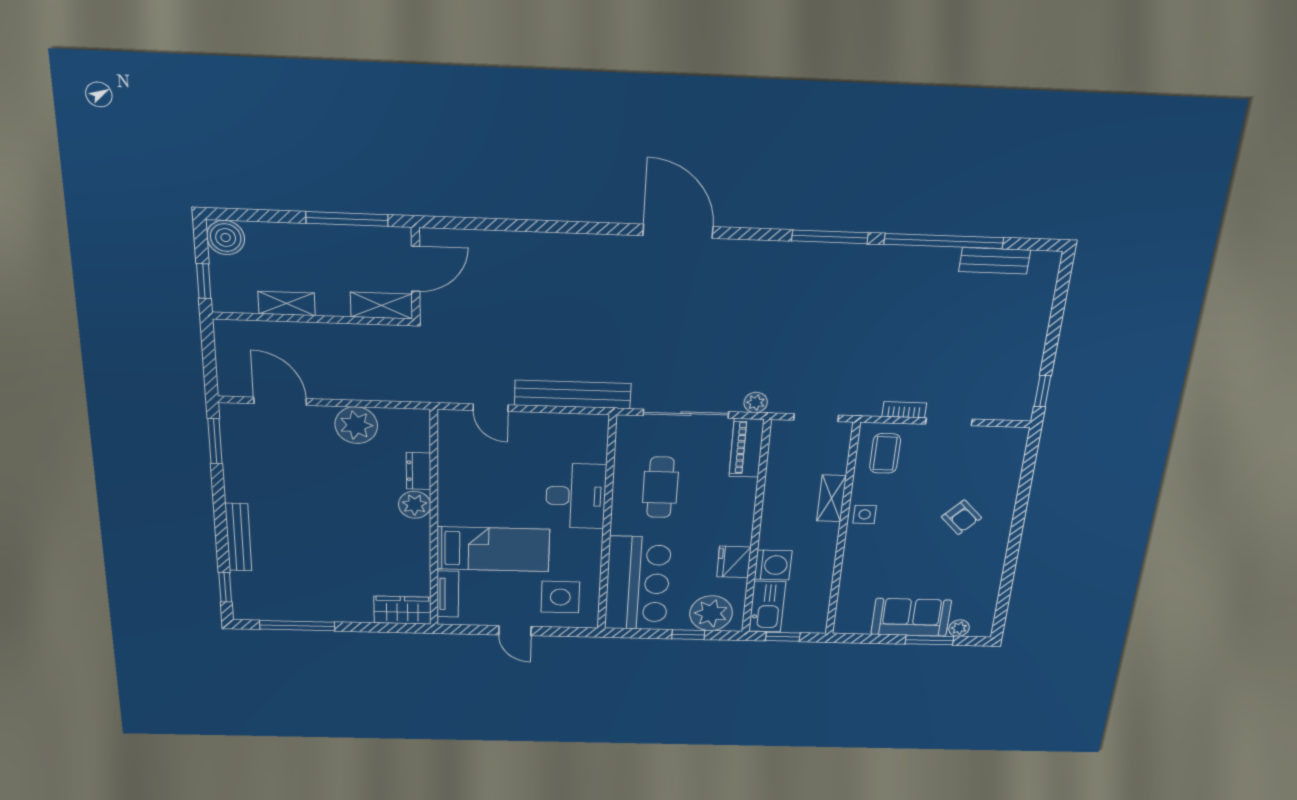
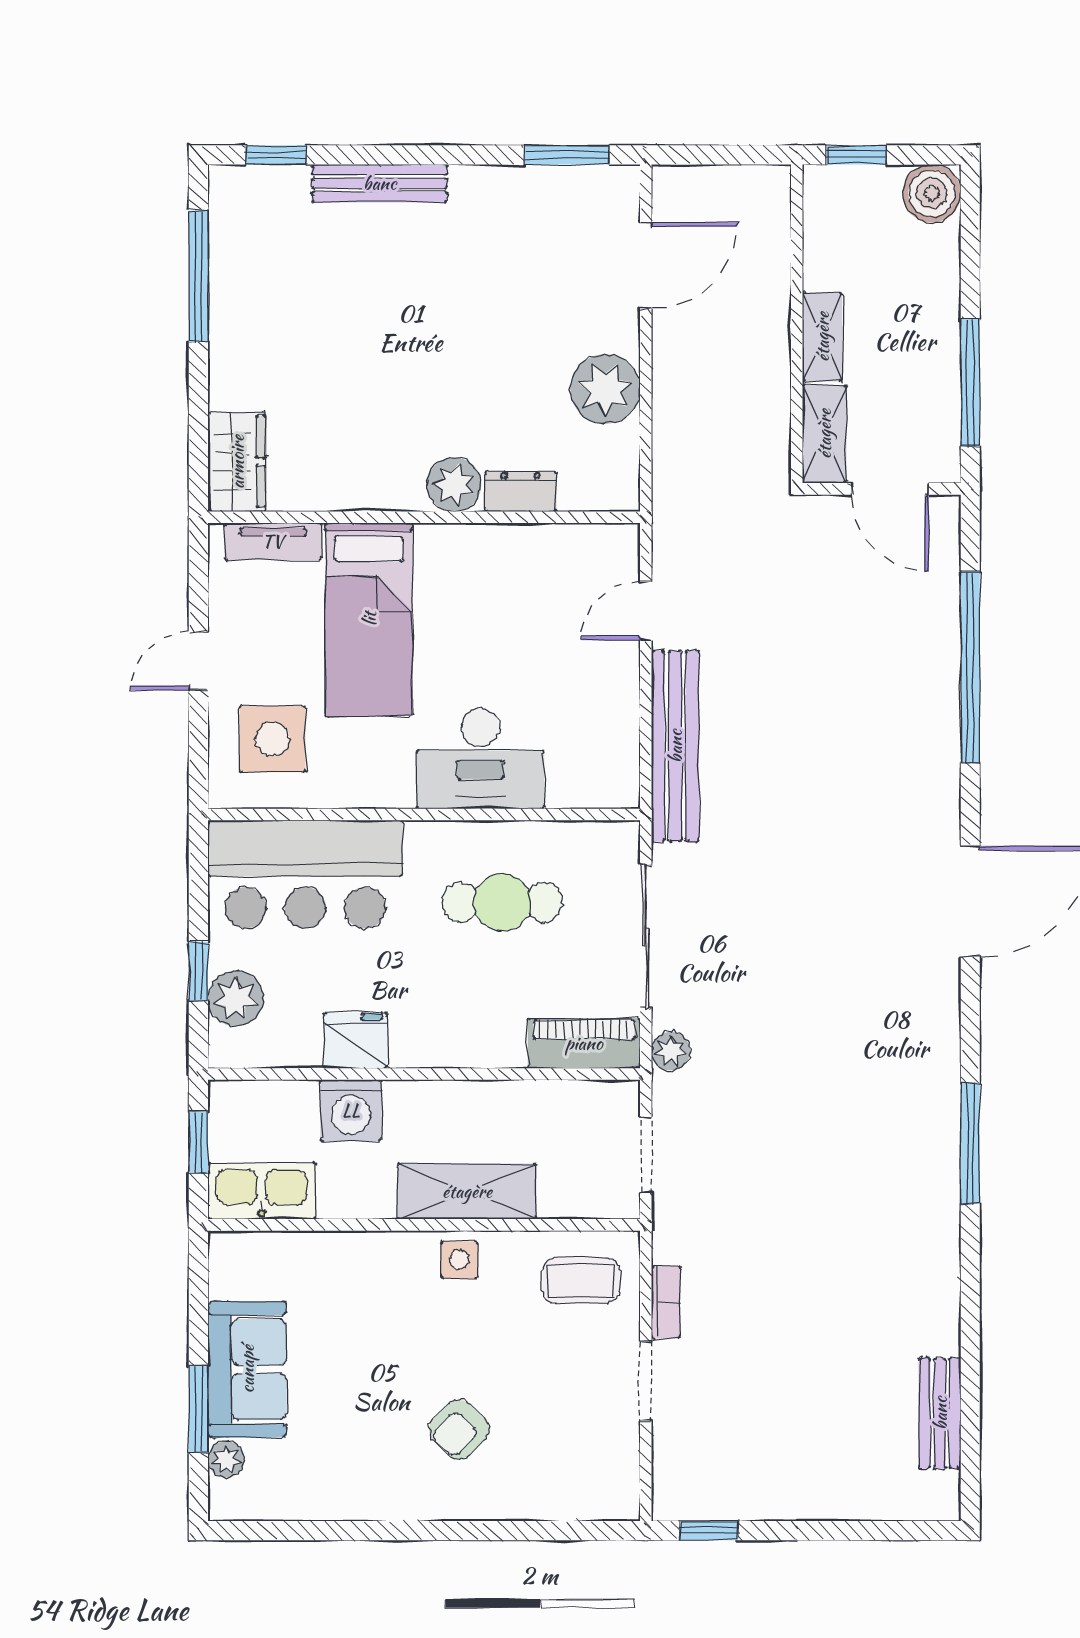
window: (944, 241) -> (970, 667), moved
shelving: (287, 303) -> (822, 337), moved
shelving: (831, 498) -> (467, 1191), width x1.50, depth x1.33
kitchen sink: (767, 607) -> (262, 1191), moved, turned 180
plant: (711, 613) -> (236, 998), width x0.73, depth x0.73

